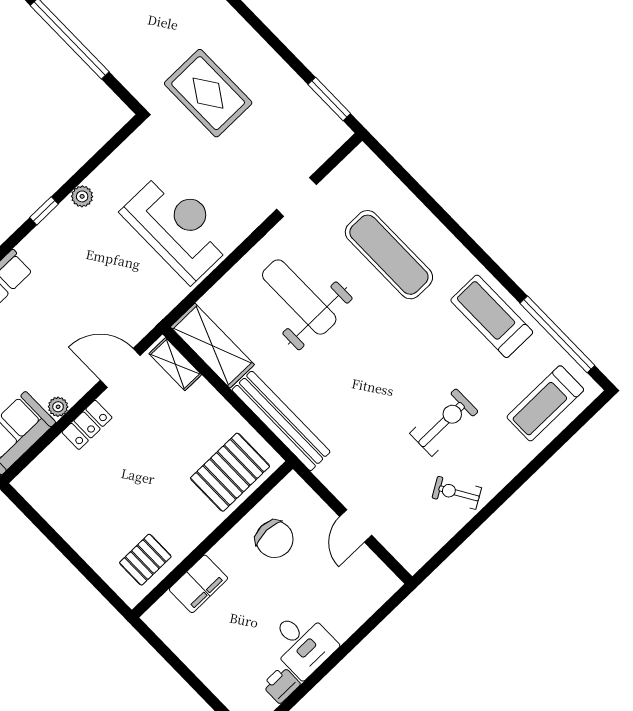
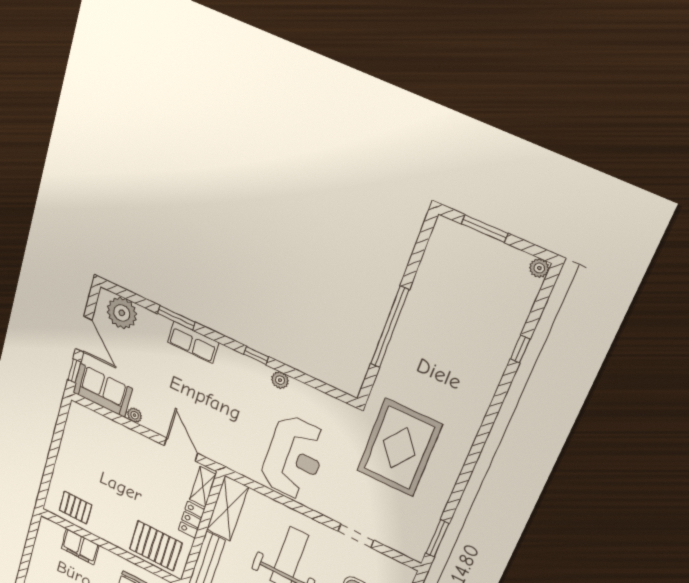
rug: (208, 93) -> (399, 448), width x1.37, depth x1.44
locker: (87, 425) -> (191, 520), moved, turned 90

